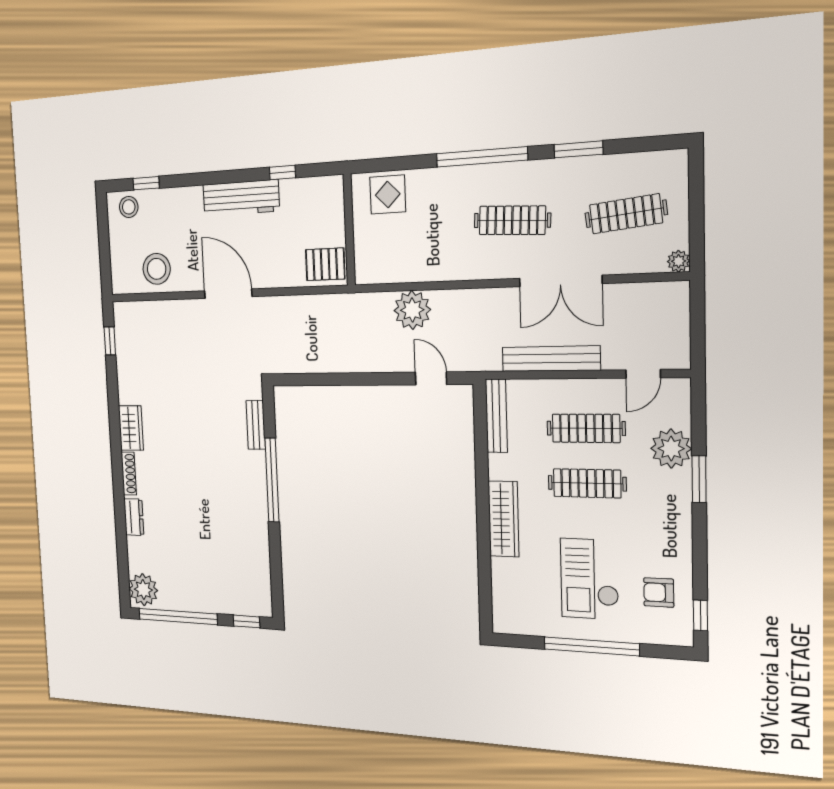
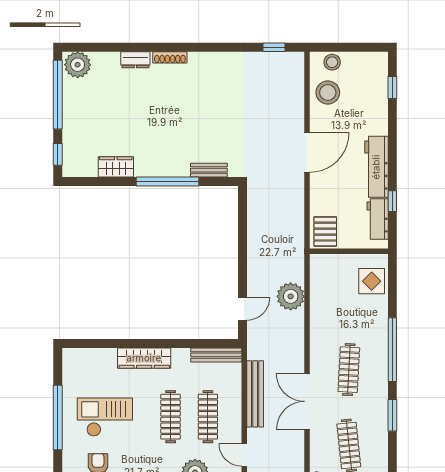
workbench: (306, 192) -> (378, 219), added
stool: (129, 207) -> (332, 62), moved
wardrobe: (131, 428) -> (116, 167), moved, turned 180

